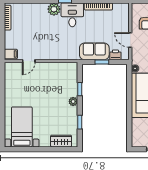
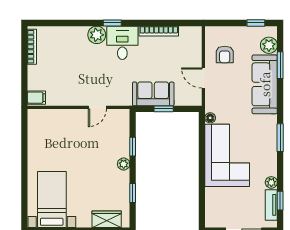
printer: (115, 55) -> (183, 99), removed
door: (29, 61) -> (97, 107), moved

